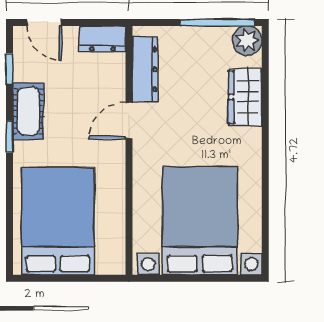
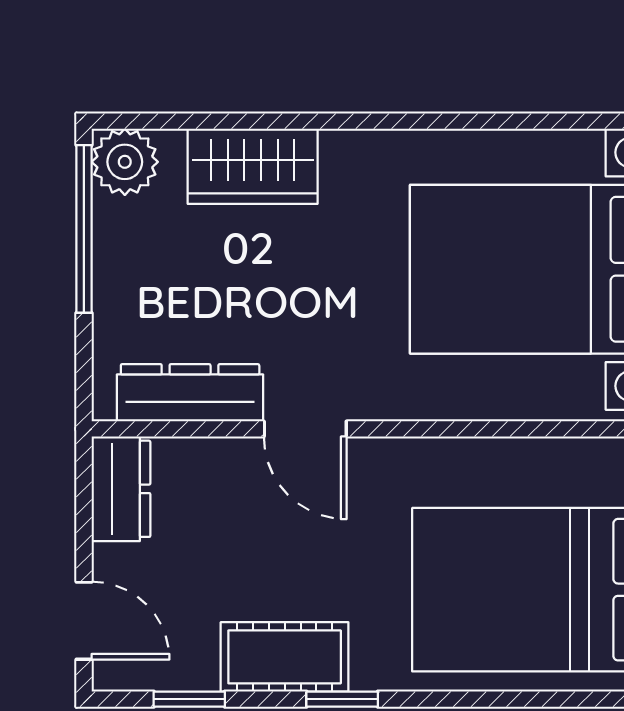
door: (44, 22) -> (84, 621), hinge flipped

